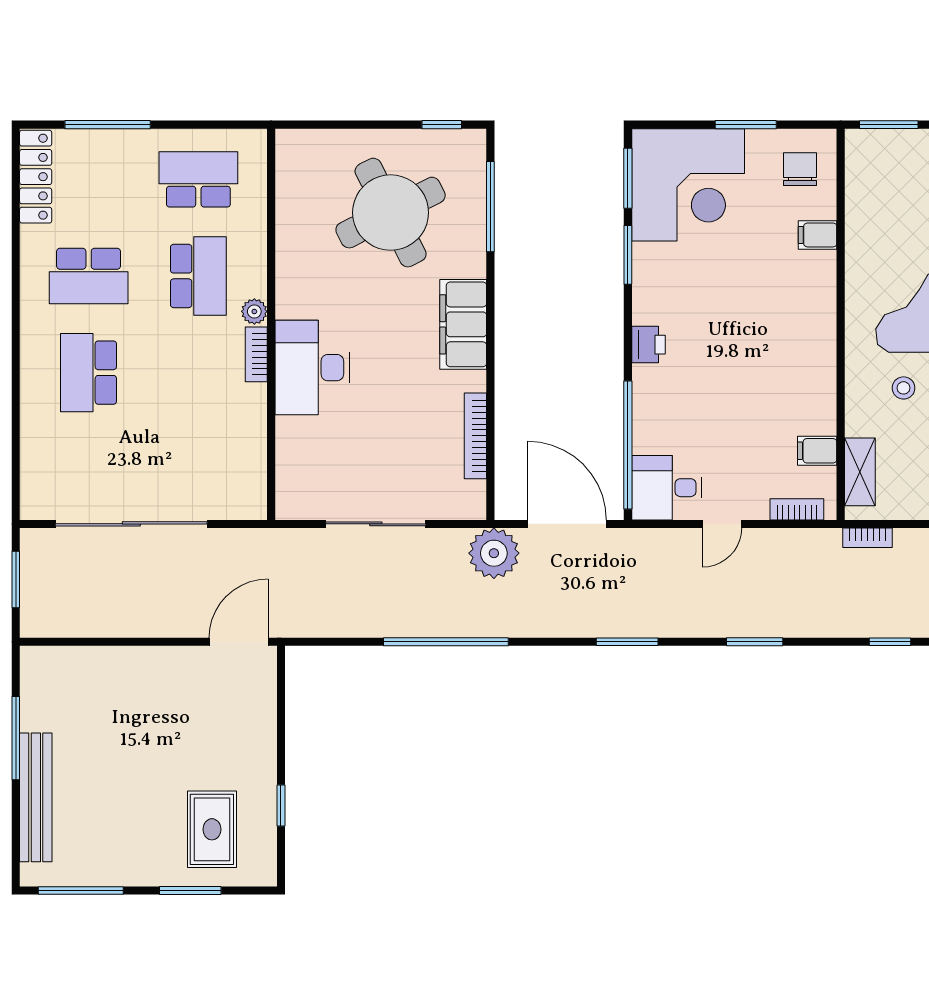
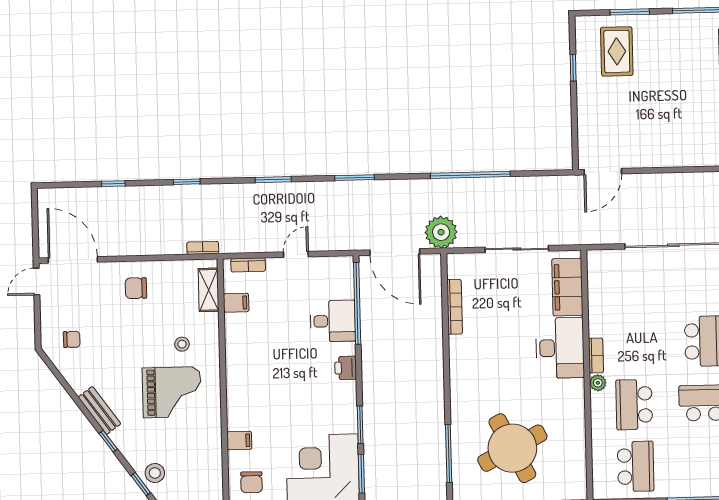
school desk: (198, 179) -> (636, 466), turned -90
filing cabinet: (463, 324) -> (567, 287), moved, turned 180
desk: (667, 488) -> (333, 321), moved

